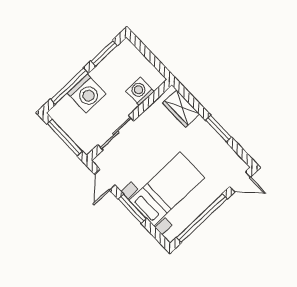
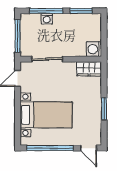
washing machine: (140, 91) -> (94, 49), moved, turned -90
washing machine: (87, 94) -> (47, 19), width x0.53, depth x0.53
wardrobe: (181, 108) -> (89, 69), moved, turned -90
window: (132, 209) -> (18, 108), removed

